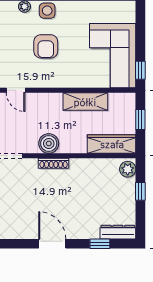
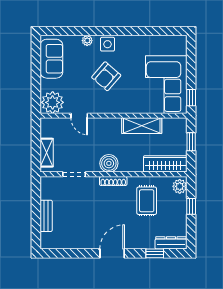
armchair: (46, 46) -> (106, 76), turned 41
rug: (91, 185) -> (147, 201), added
door: (52, 244) -> (112, 253), hinge flipped

